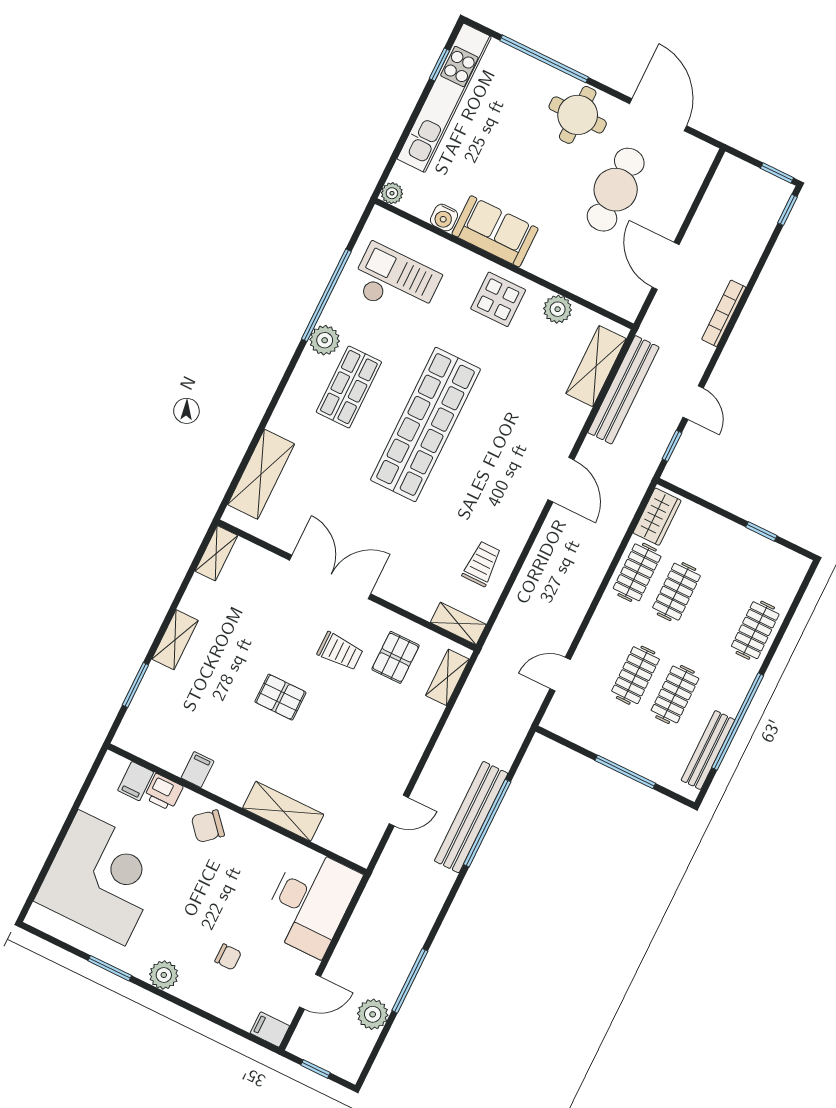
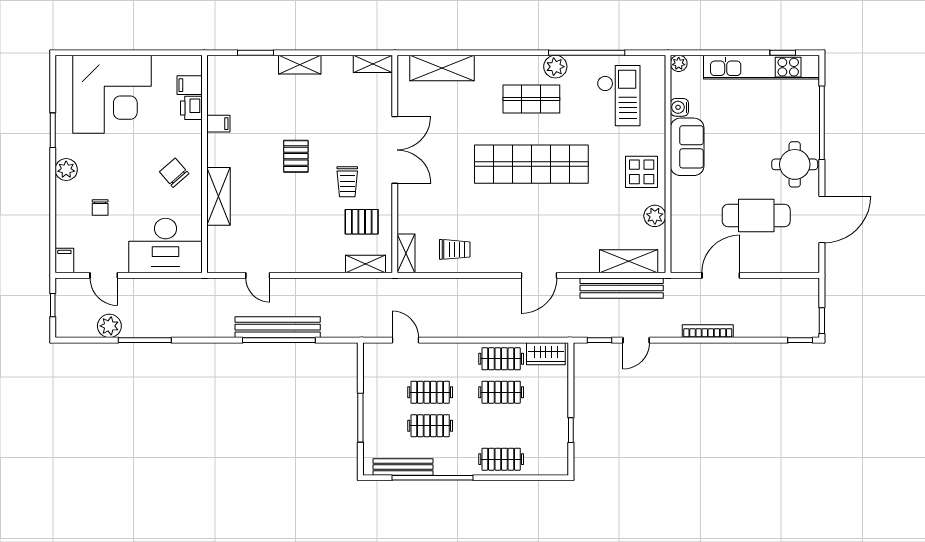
chair: (208, 826) -> (174, 173), moved

